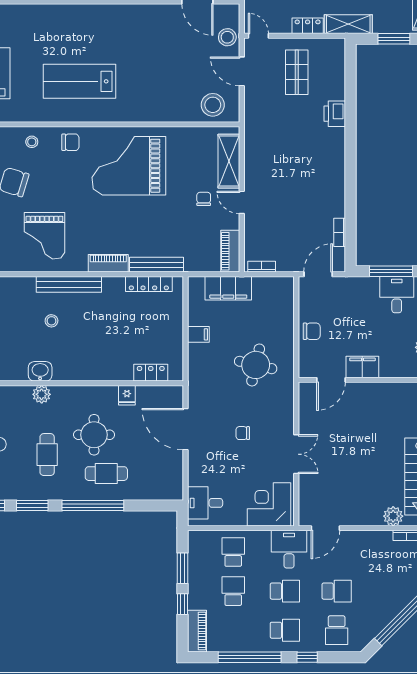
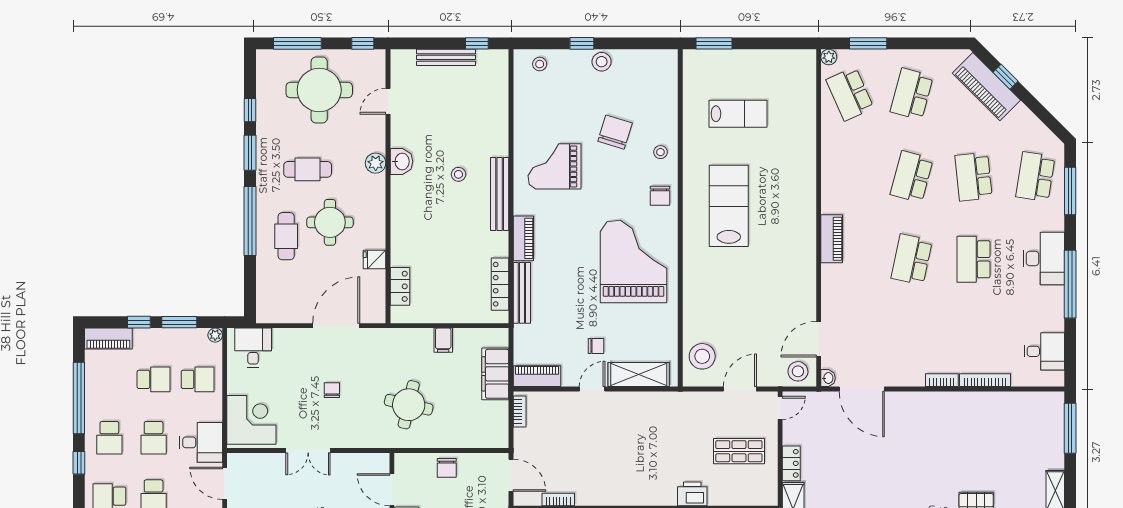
stool: (227, 37) -> (798, 371), moved
plant: (194, 536) -> (215, 335), added

